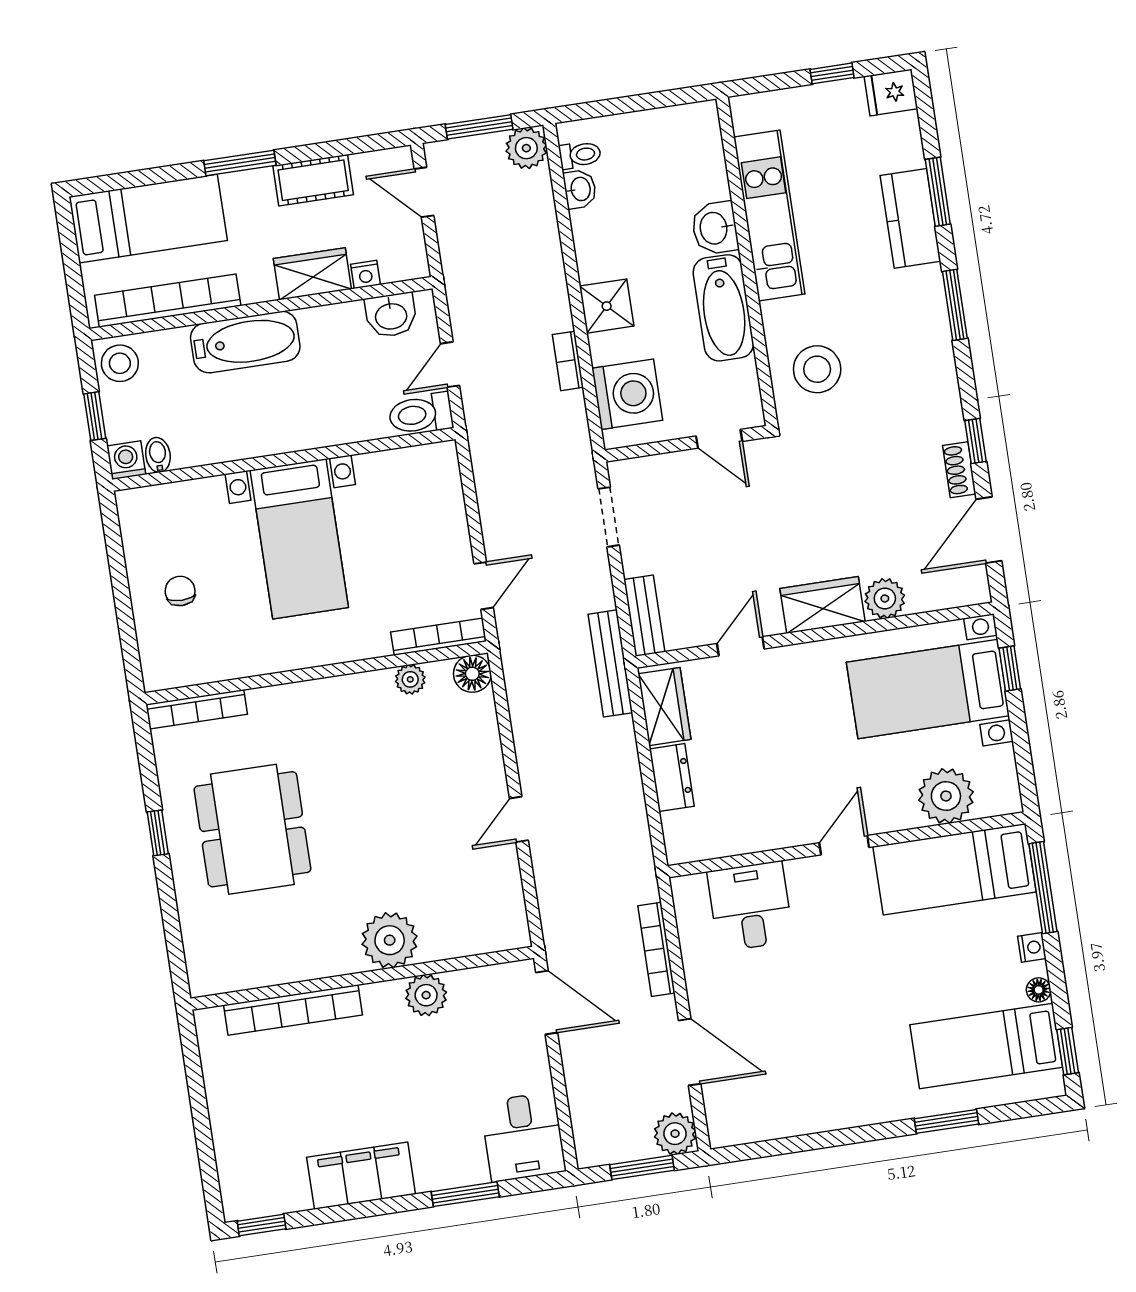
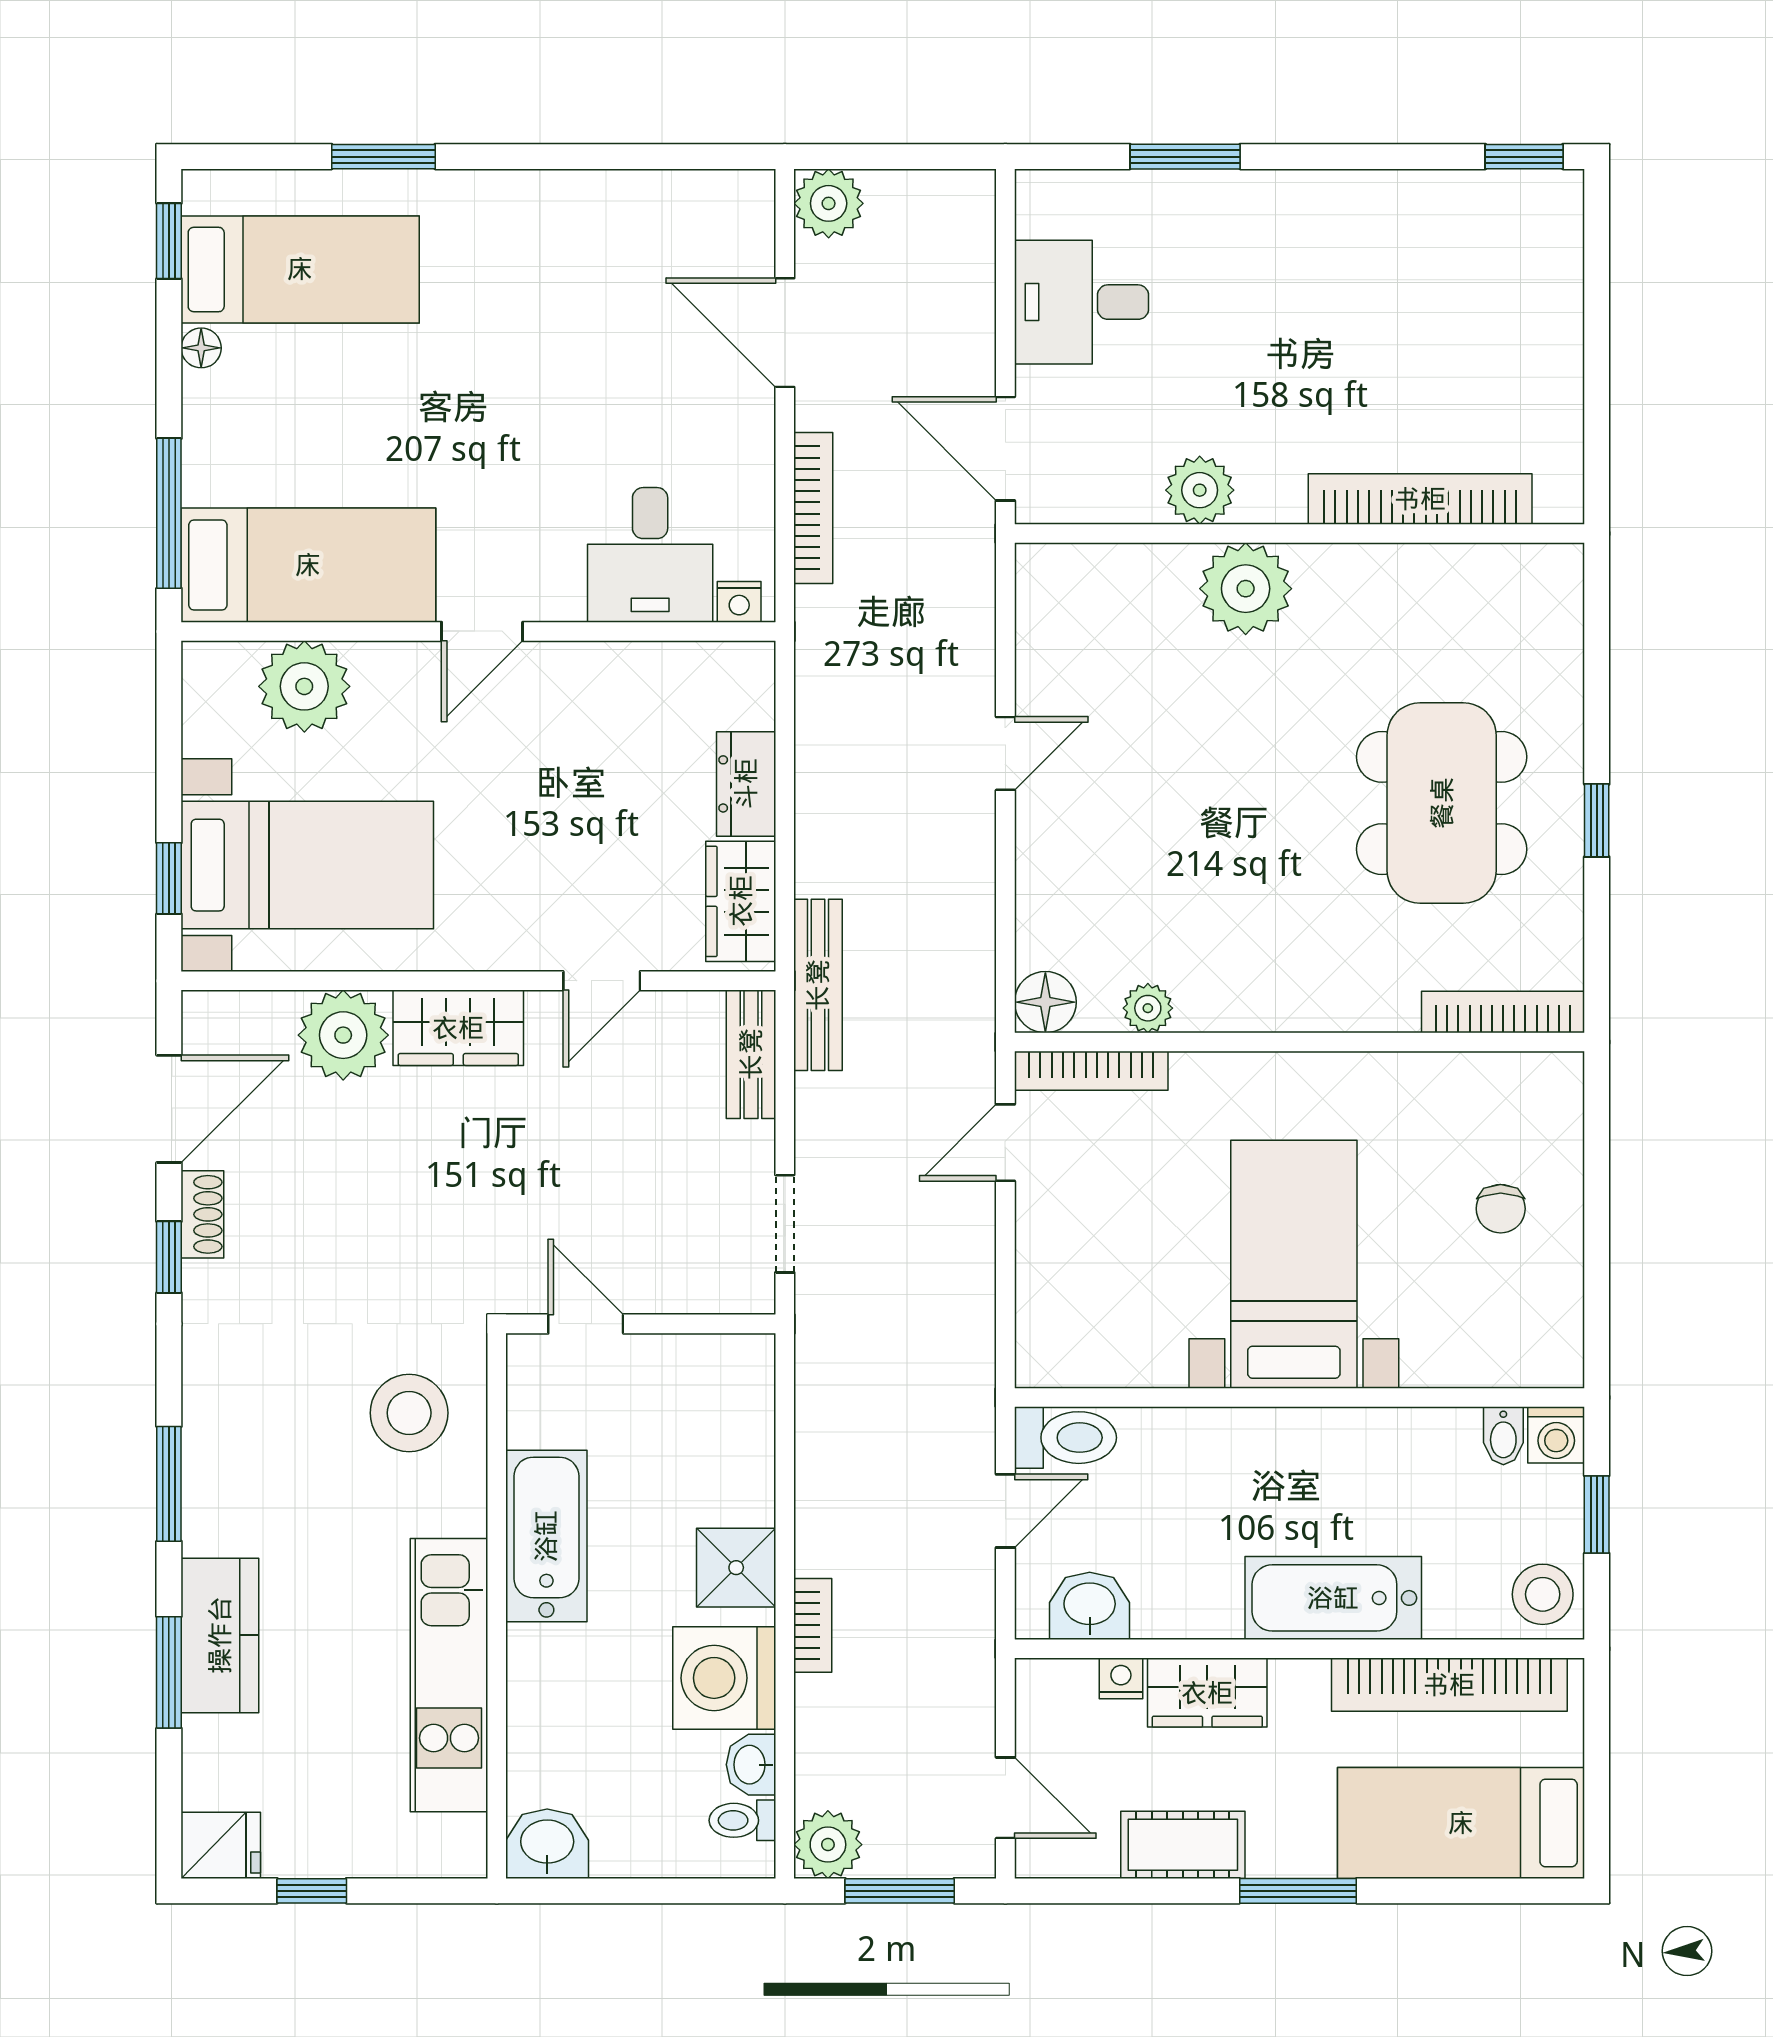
washbasin: (715, 228) -> (547, 1844), moved, turned -90
bookcase: (568, 361) -> (813, 1625), moved
washing machine: (627, 394) -> (724, 1678), moved
plant: (885, 598) -> (343, 1035), width x1.36, depth x1.36
nightstand: (1032, 947) -> (739, 602), moved, turned -90
desk: (523, 1137) -> (1081, 302), moved, turned -90
window: (642, 1167) -> (890, 157), removed
filing cabinet: (361, 1176) -> (1350, 212), removed

